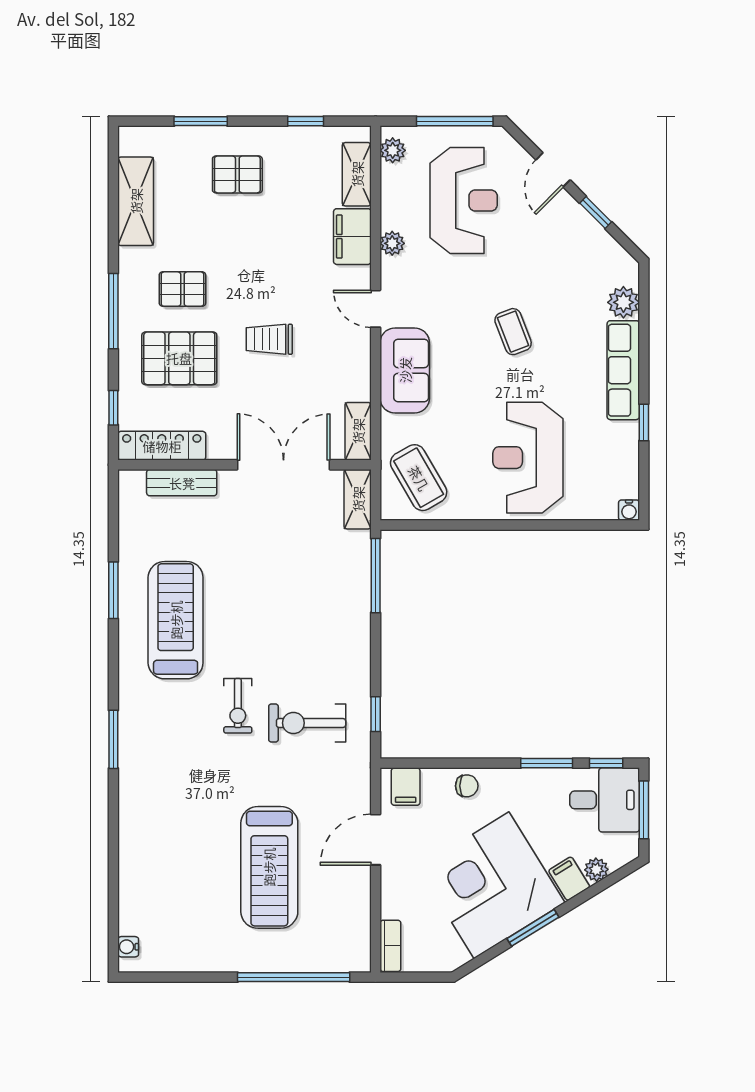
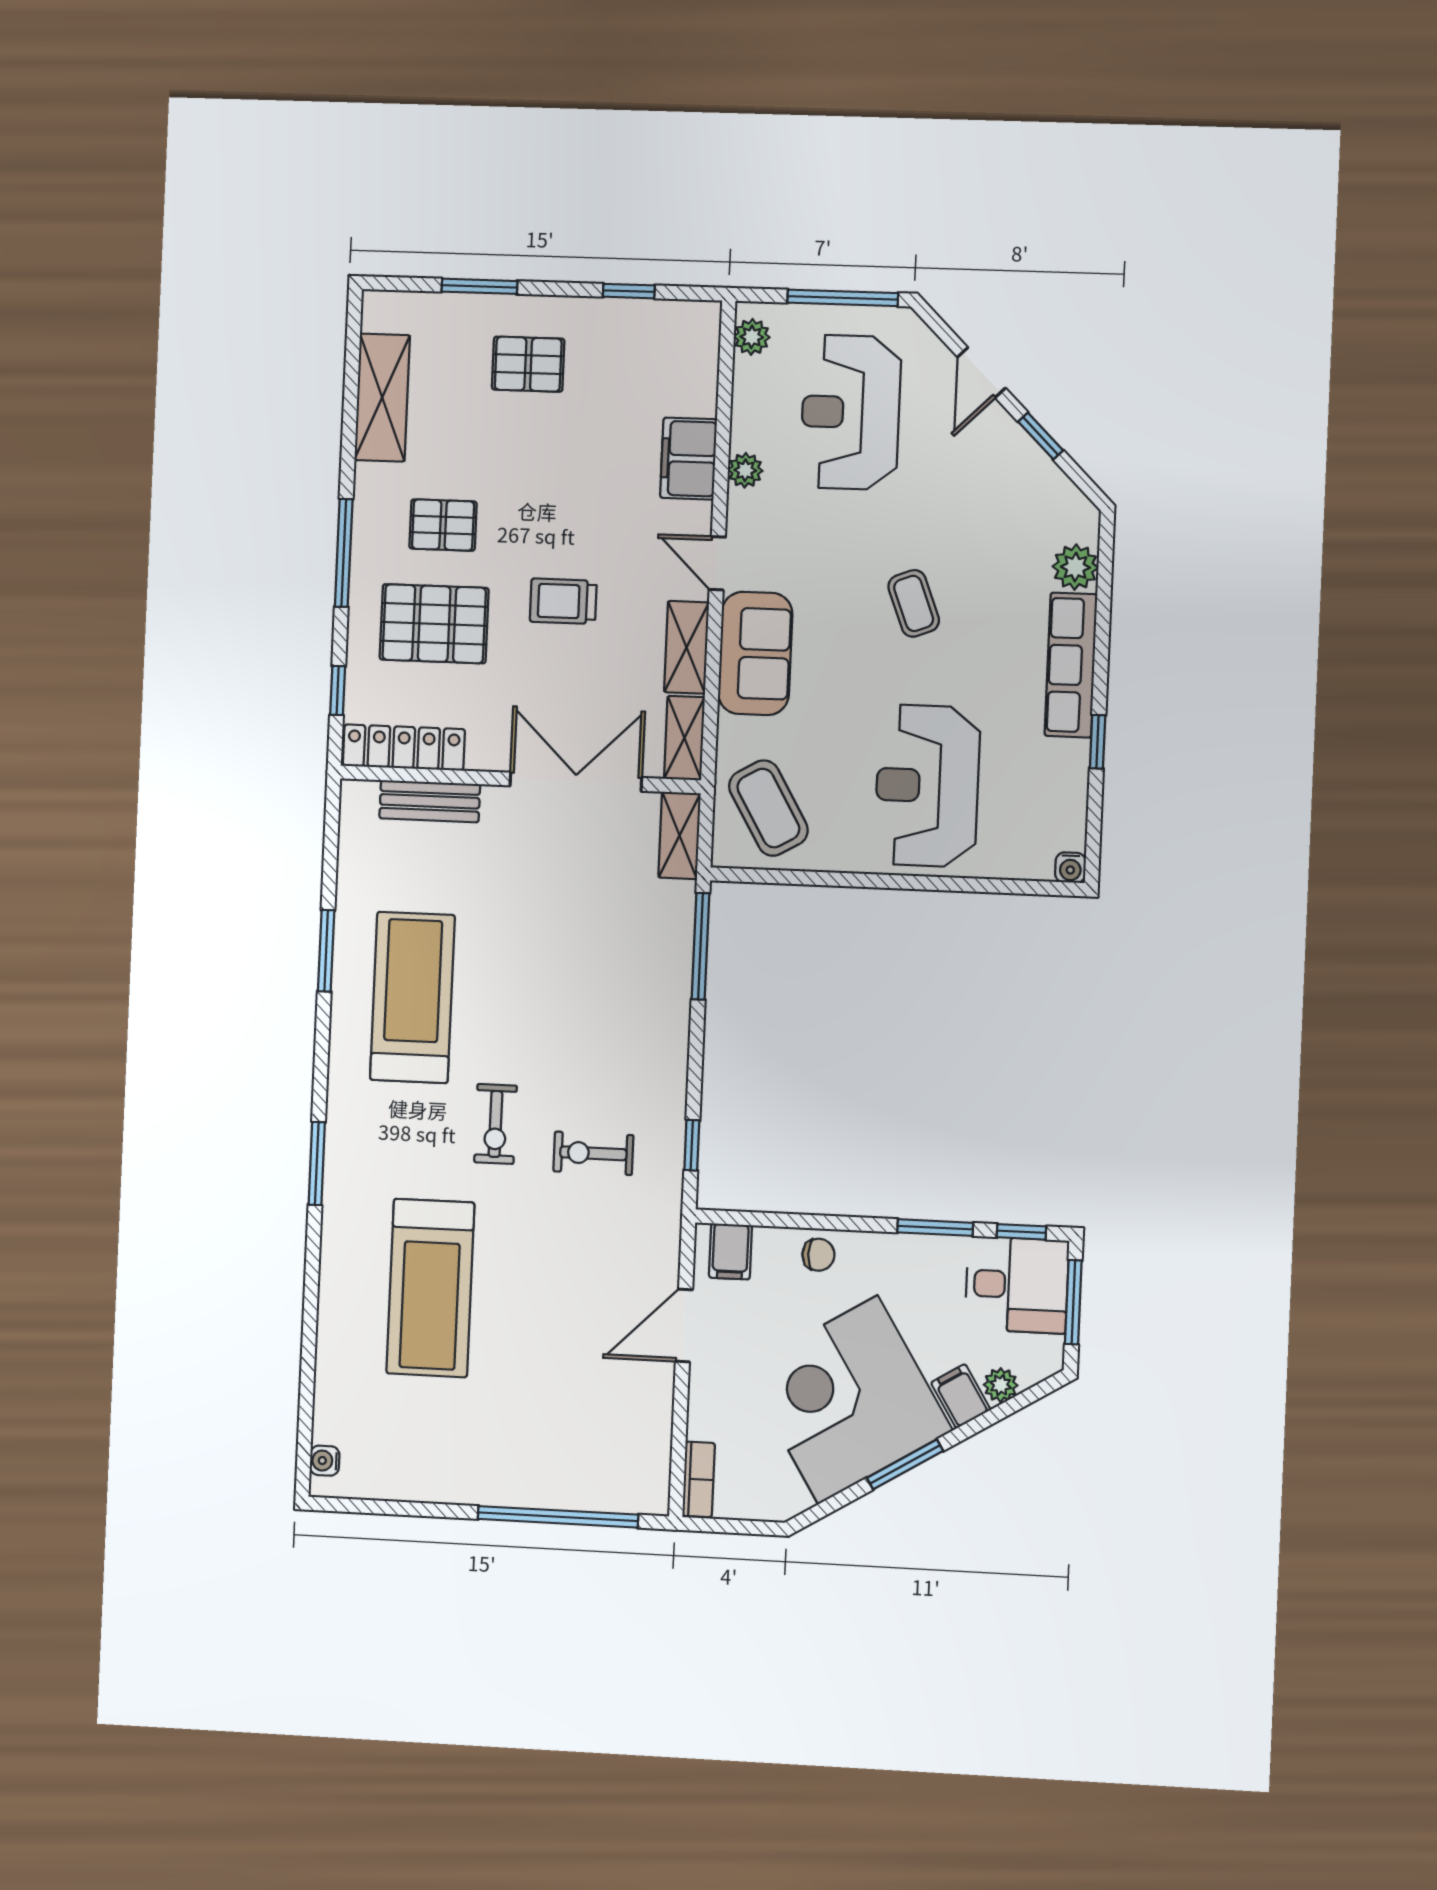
shelving: (357, 174) -> (687, 647), moved
reception desk: (464, 200) -> (851, 412), turned 180
exercise bike: (307, 723) -> (593, 1153), width x0.73, depth x0.72
treadmill: (269, 867) -> (430, 1288), moved

